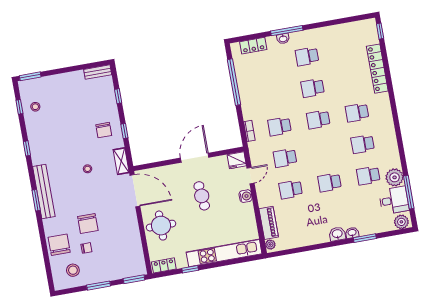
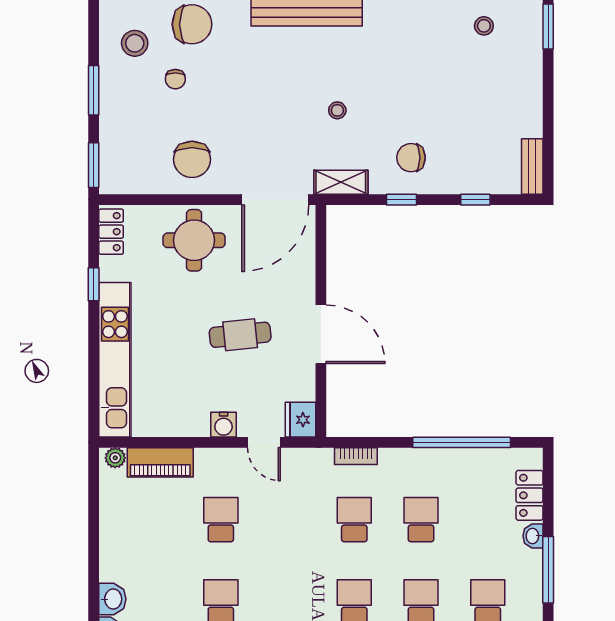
washbasin: (283, 39) -> (533, 536), moved
school desk: (285, 158) -> (421, 520), moved
chair: (88, 224) -> (192, 159), moved, turned -90

